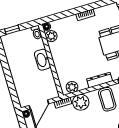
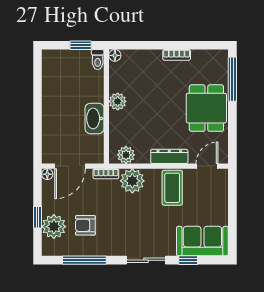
window: (12, 30) -> (81, 45), moved
plant: (51, 36) -> (118, 101), moved
washbasin: (42, 60) -> (94, 118), moved

